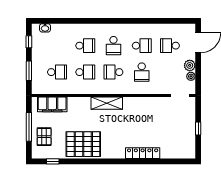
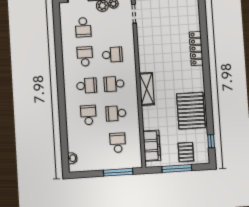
window: (29, 42) -> (88, 174), removed
window: (29, 71) -> (118, 172), width x1.44
school desk: (85, 72) -> (116, 113), turned -90
school desk: (113, 72) -> (114, 84), turned 90
pallet: (44, 137) -> (186, 152), turned 90

